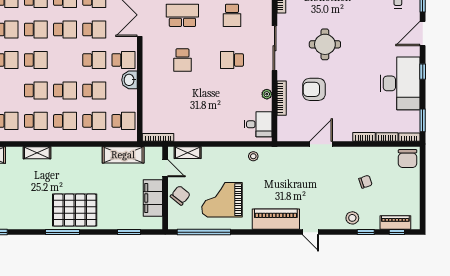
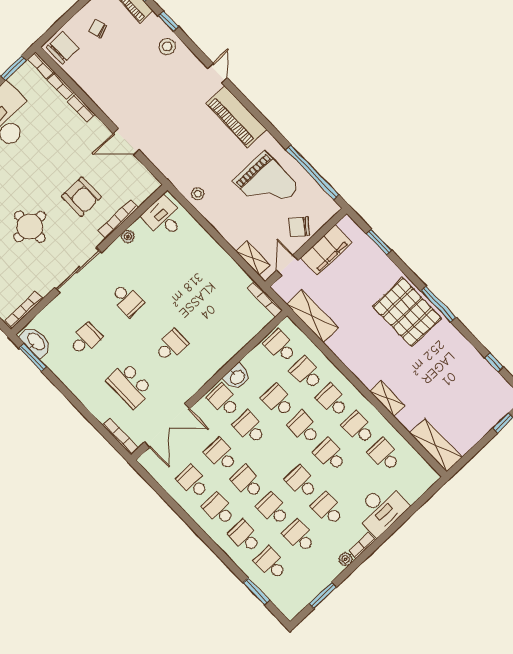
chair: (365, 182) -> (98, 29), moved

